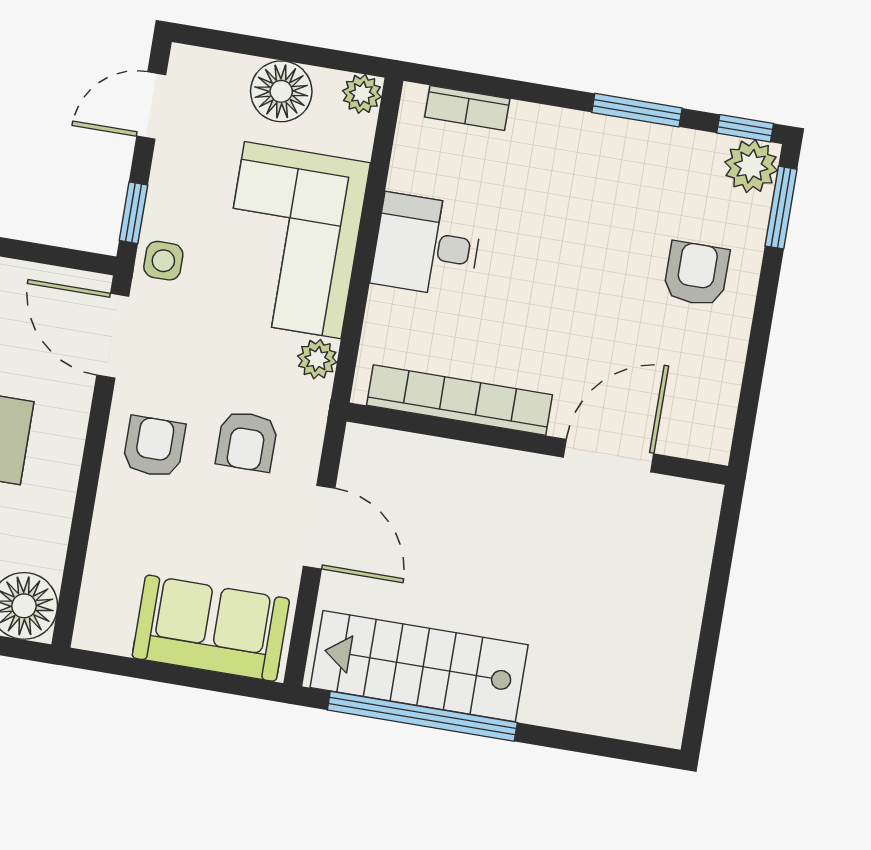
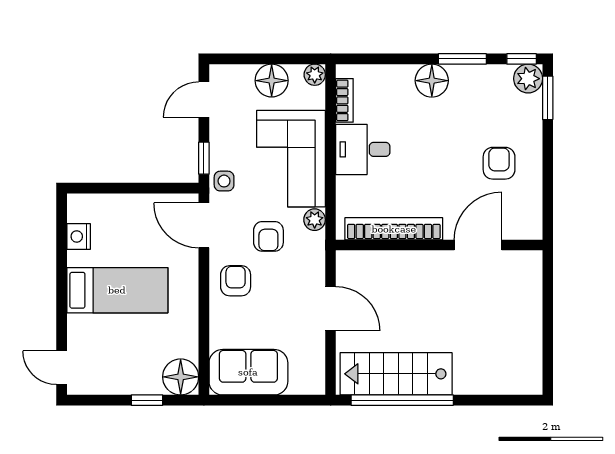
bookcase: (467, 108) -> (344, 100), moved, turned -90
floor lamp: (574, 141) -> (432, 81), added
armchair: (696, 274) -> (499, 163), moved
armchair: (247, 441) -> (268, 236), moved
sofa: (211, 628) -> (248, 372), moved

